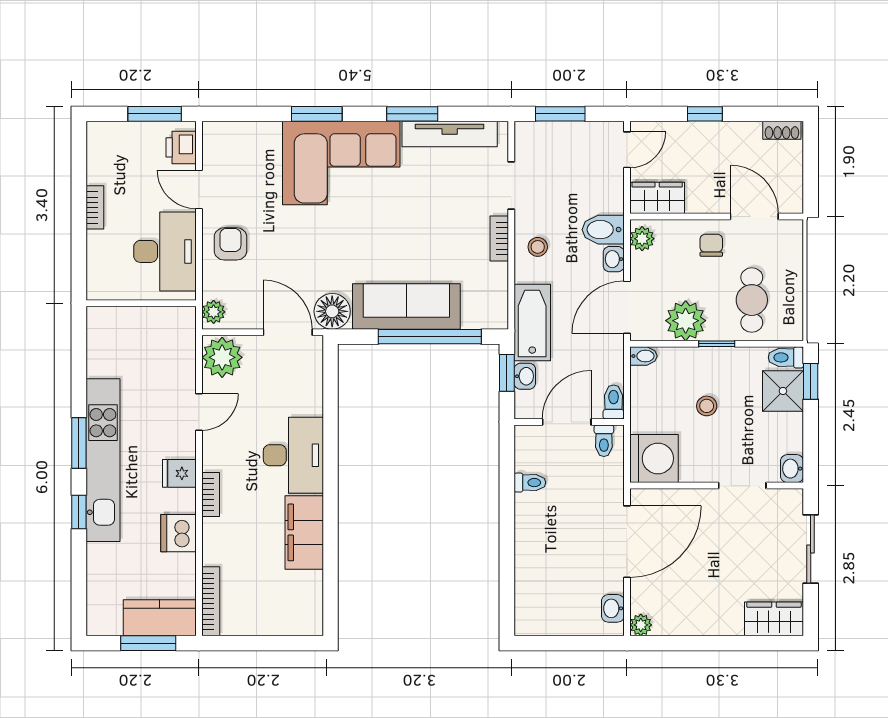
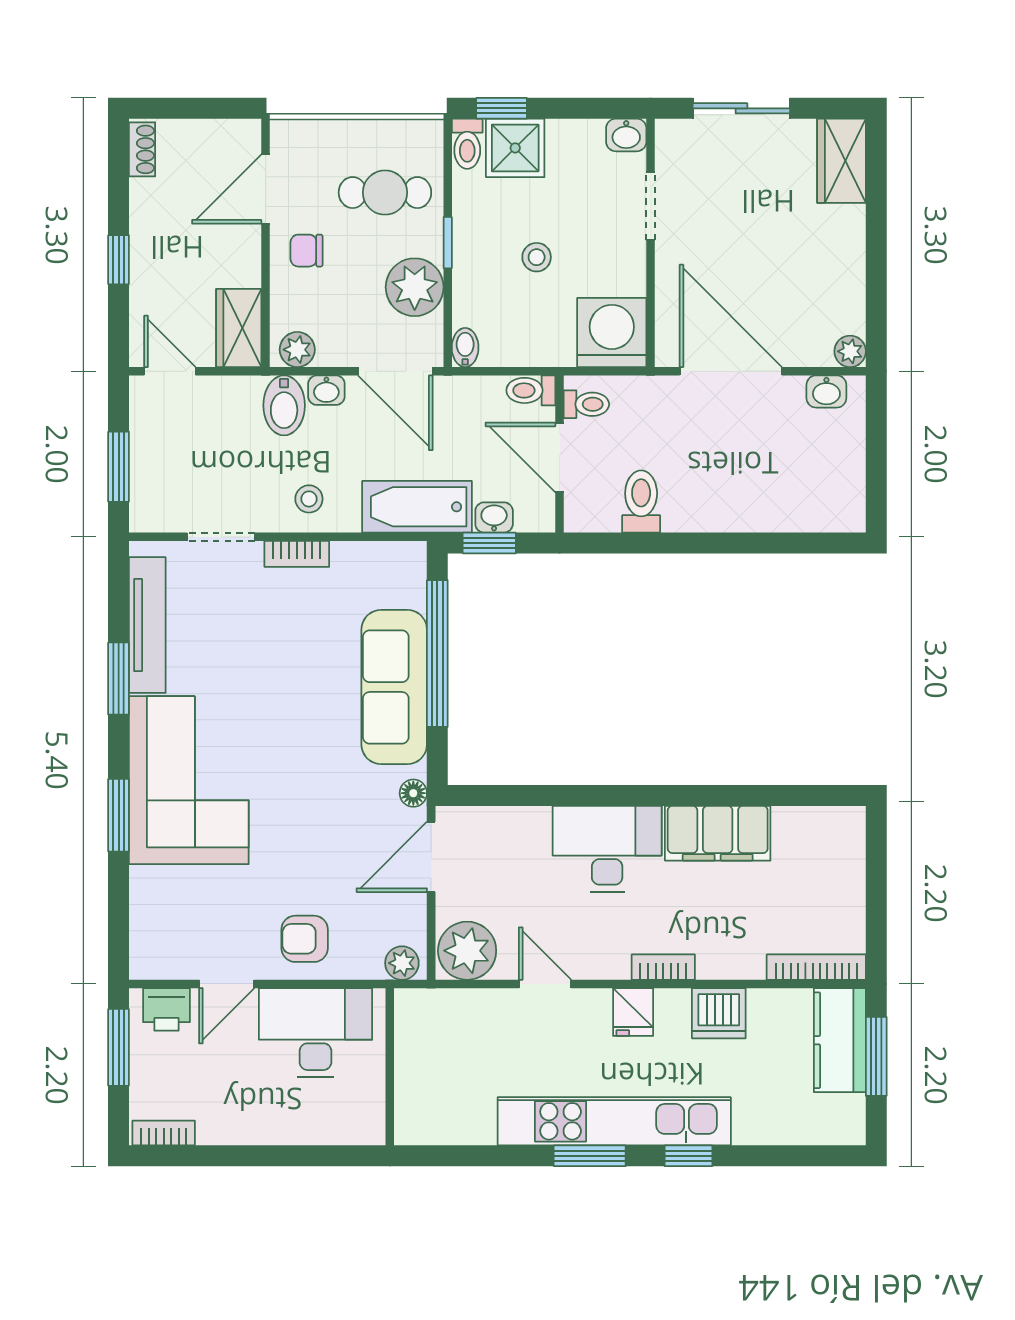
bookcase: (95, 207) -> (164, 1133), moved
floor lamp: (332, 311) -> (413, 793), width x0.53, depth x0.53
toilet: (530, 483) -> (641, 502), width x1.37, depth x1.39

